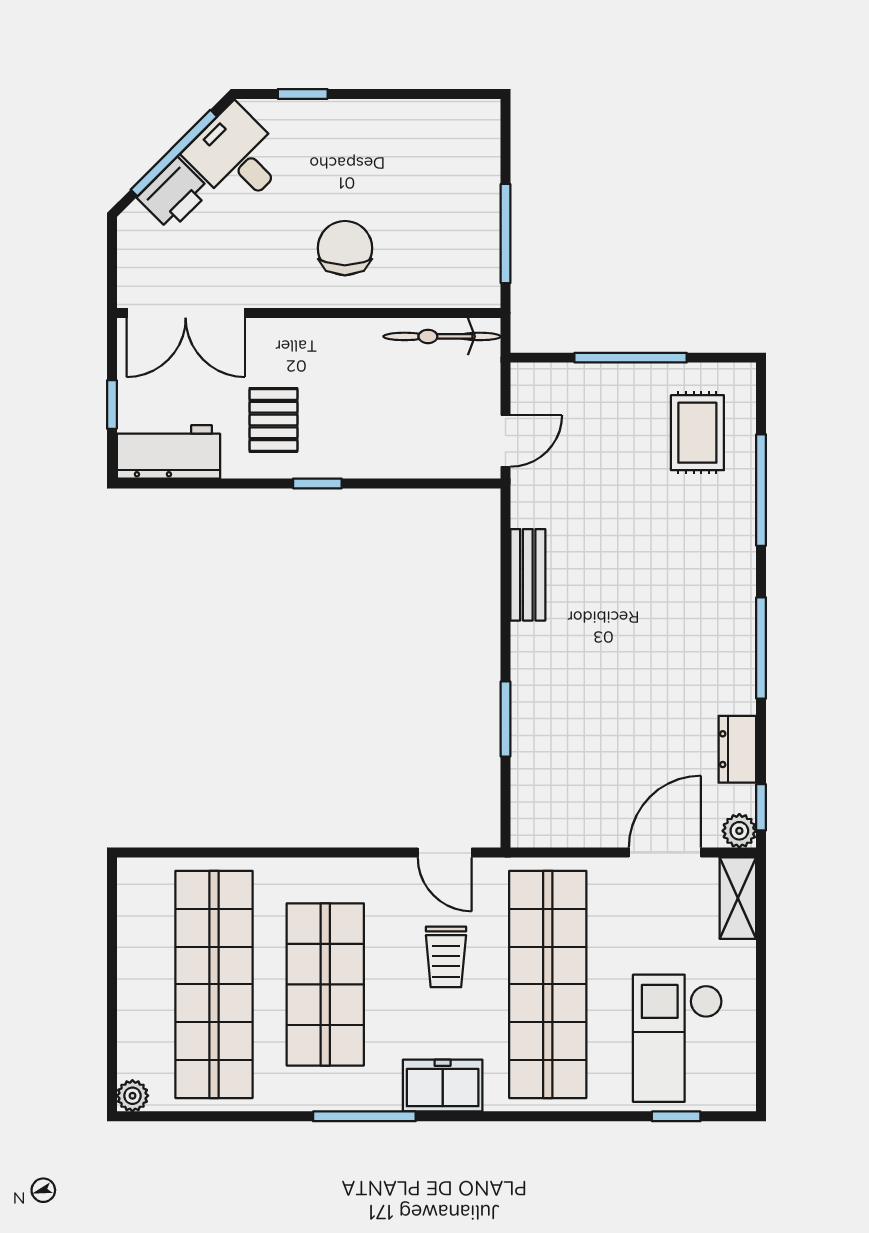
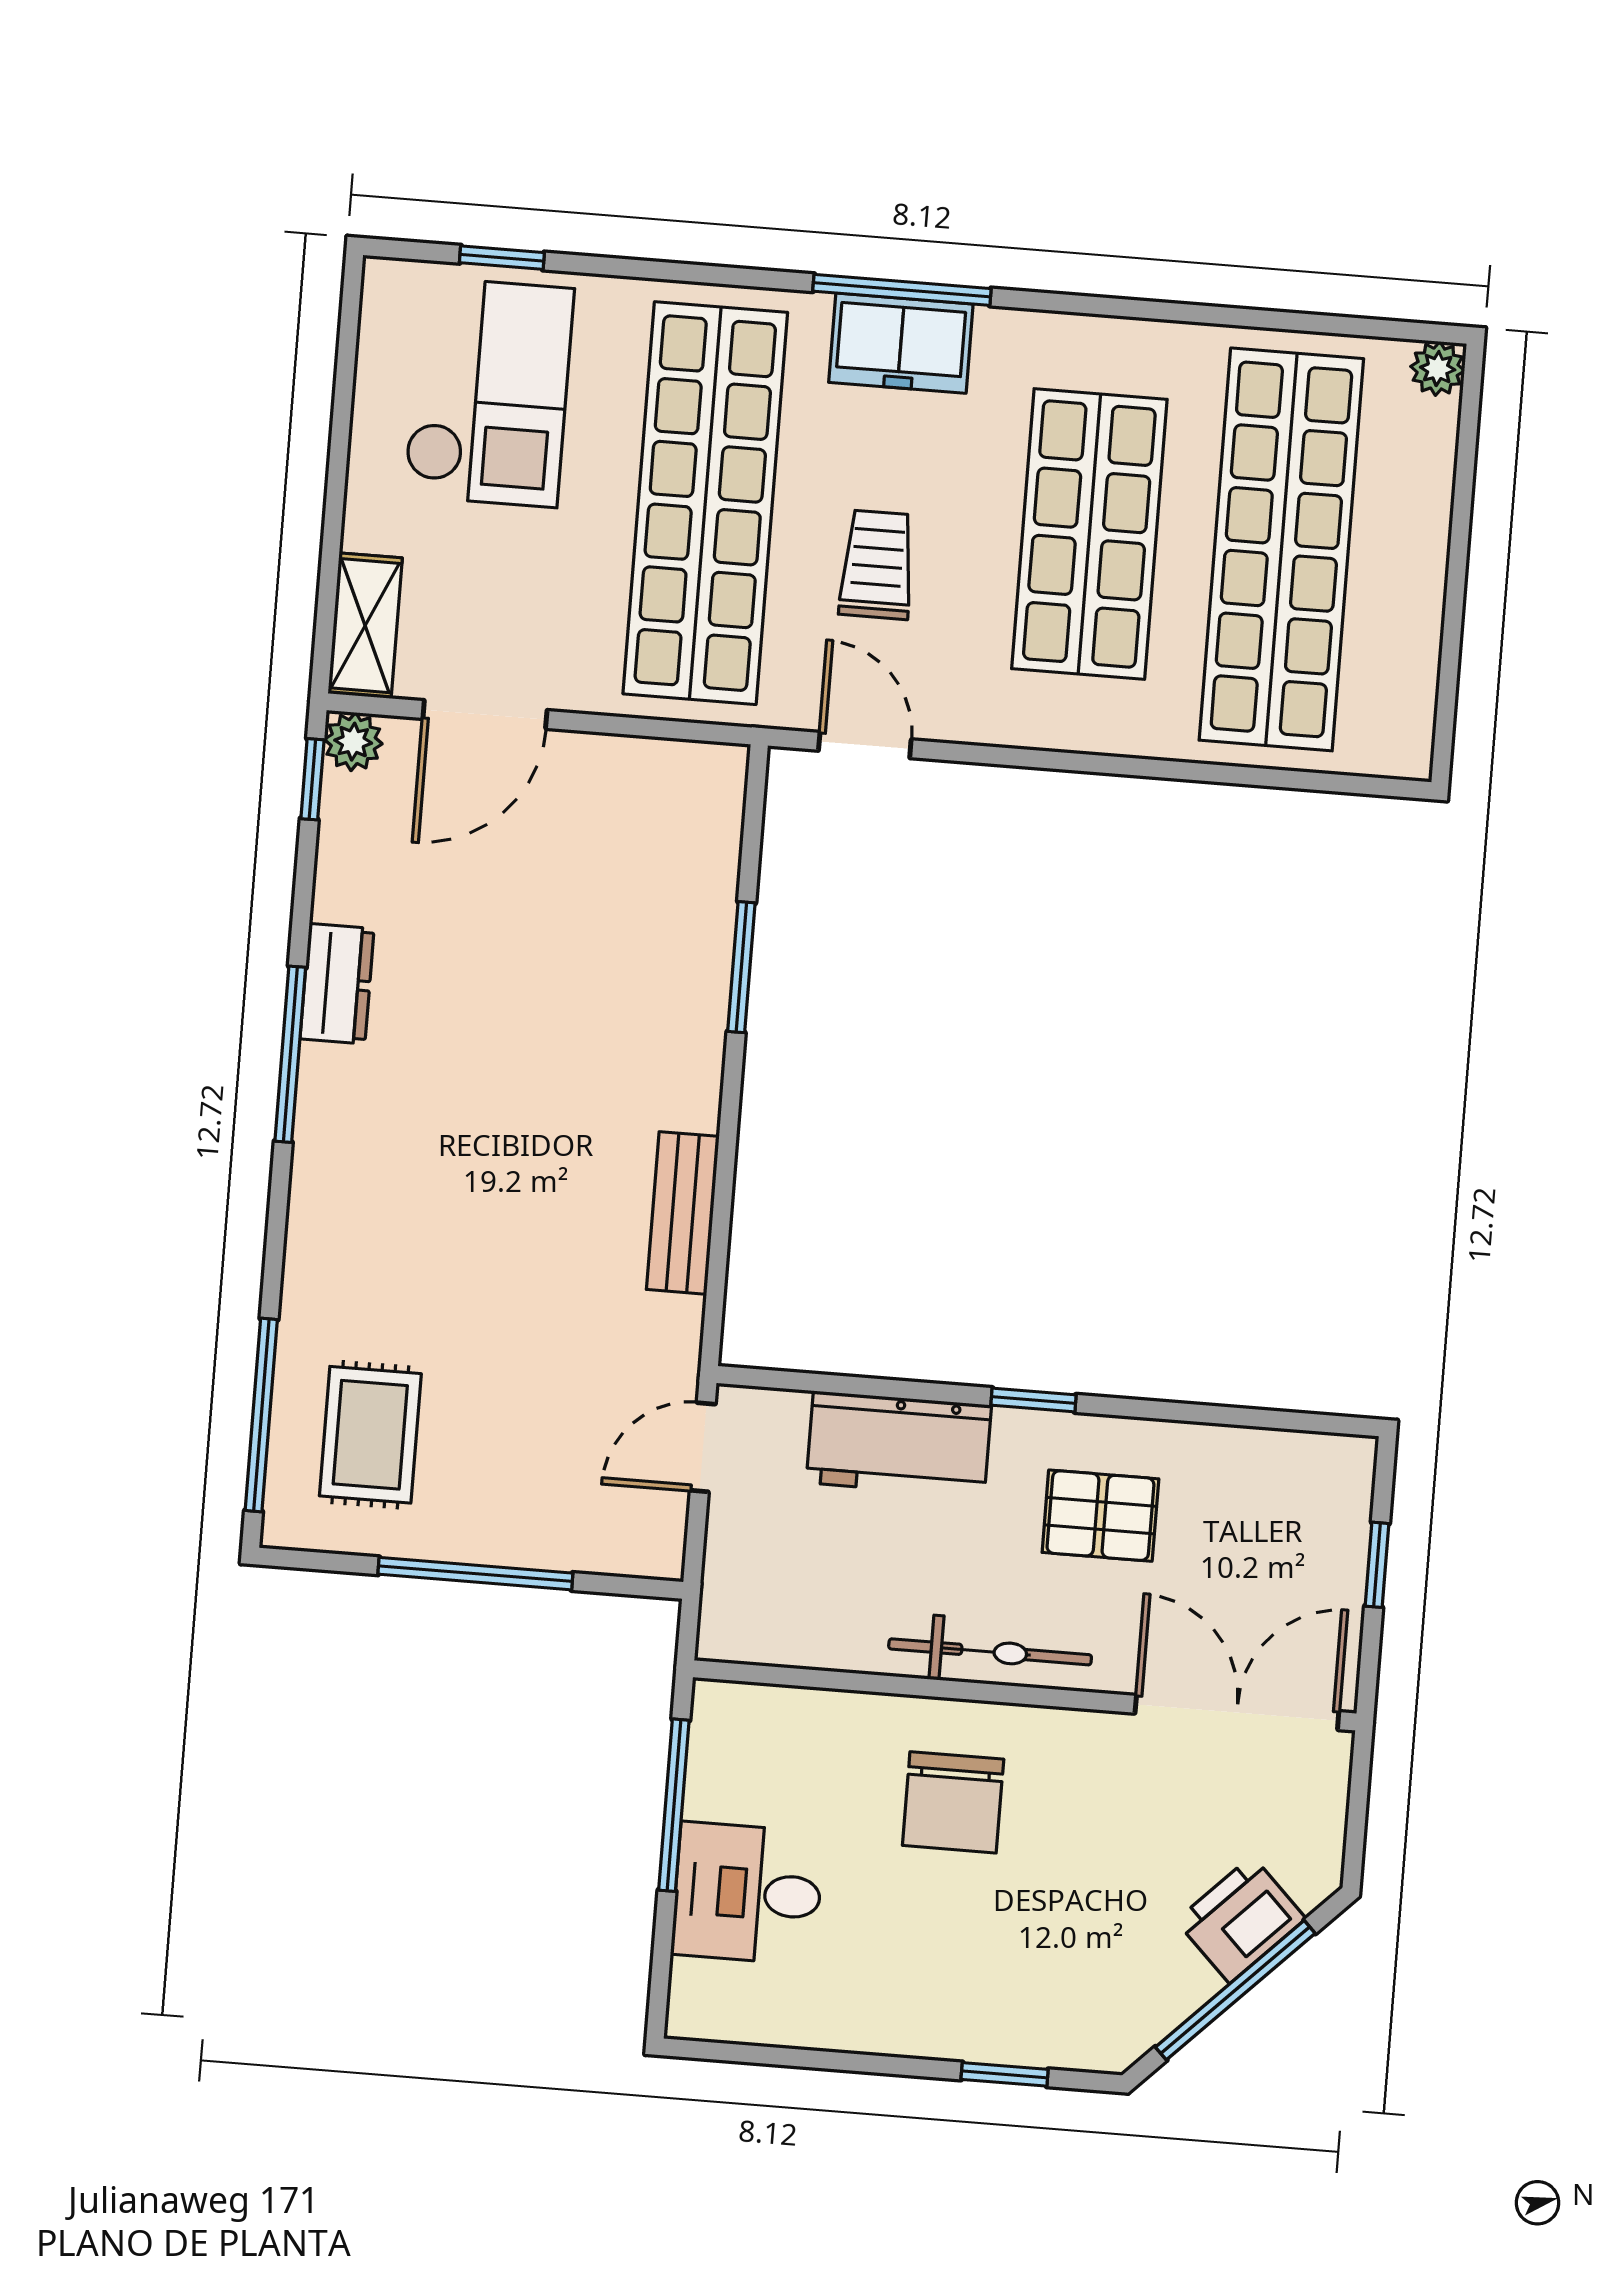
desk: (236, 156) -> (748, 1893), moved, turned 135
bicycle: (442, 336) -> (990, 1652), moved
pallet: (273, 420) -> (1100, 1516), turned 90
workbench: (168, 452) -> (899, 1444), moved
window: (761, 490) -> (261, 1415), moved
dresser: (737, 749) -> (337, 984), moved
window: (364, 1116) -> (902, 290), moved

